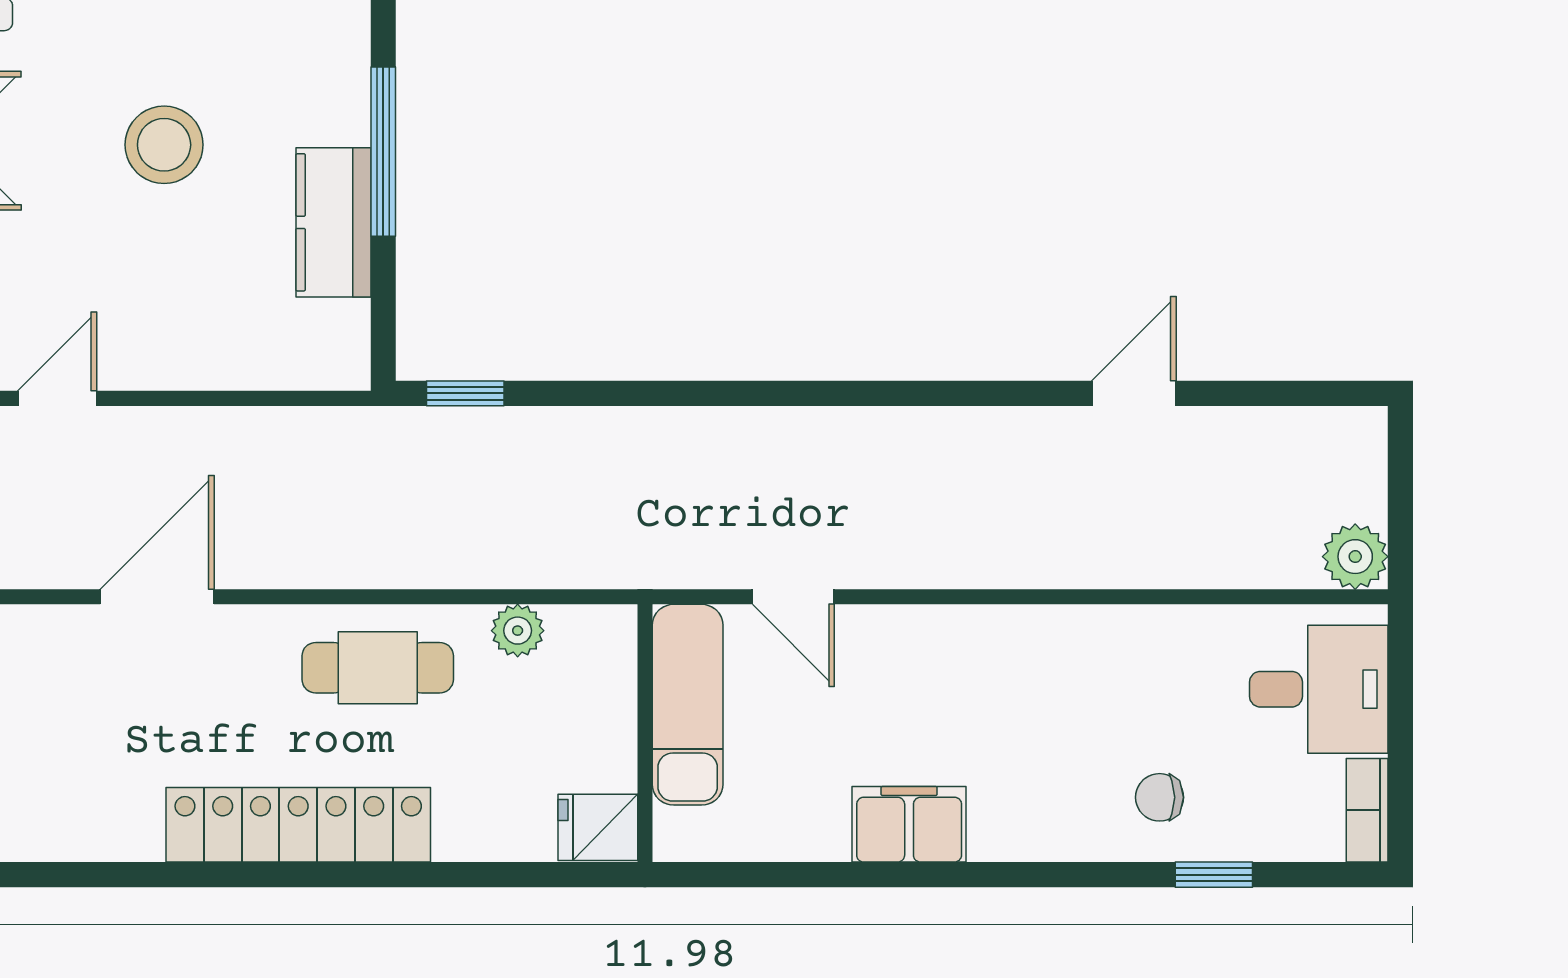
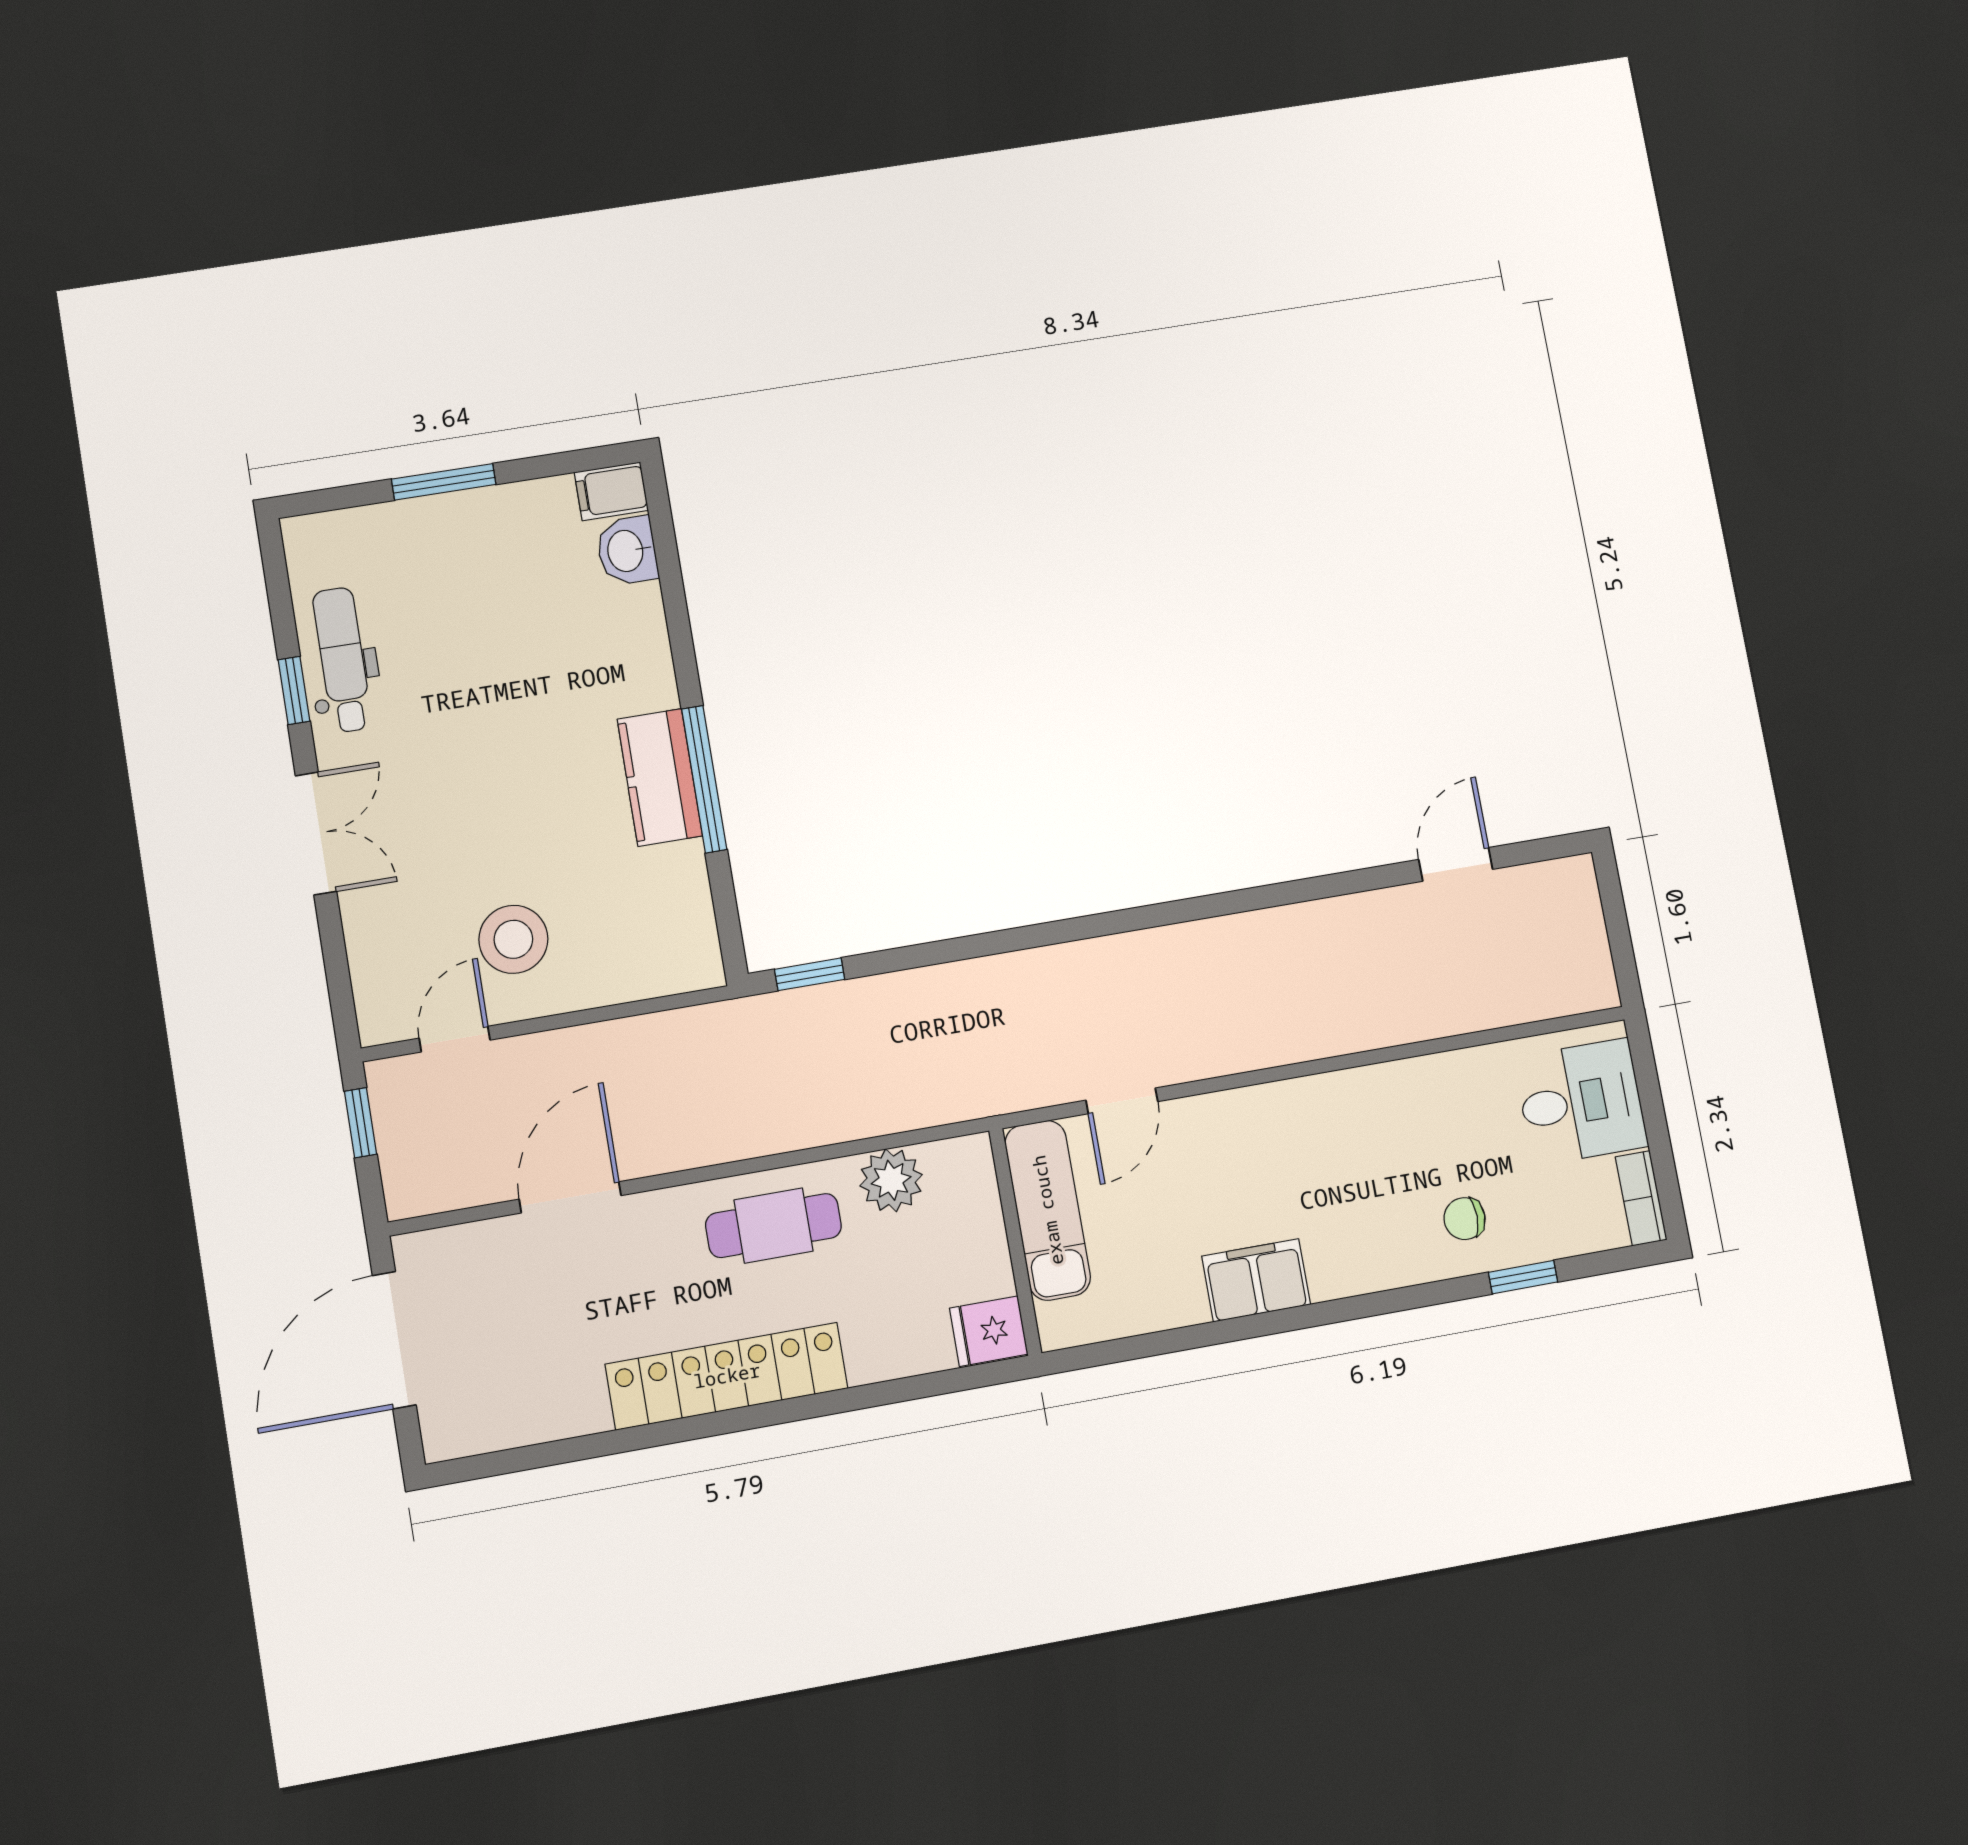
stool: (164, 145) -> (513, 939), moved
kitchen counter: (334, 222) -> (660, 777), moved
door: (1134, 393) -> (1456, 864), moved
plant: (1355, 557) -> (1590, 984), removed
door: (793, 597) -> (1122, 1101), hinge flipped
plant: (518, 631) -> (891, 1180), width x1.38, depth x1.38

